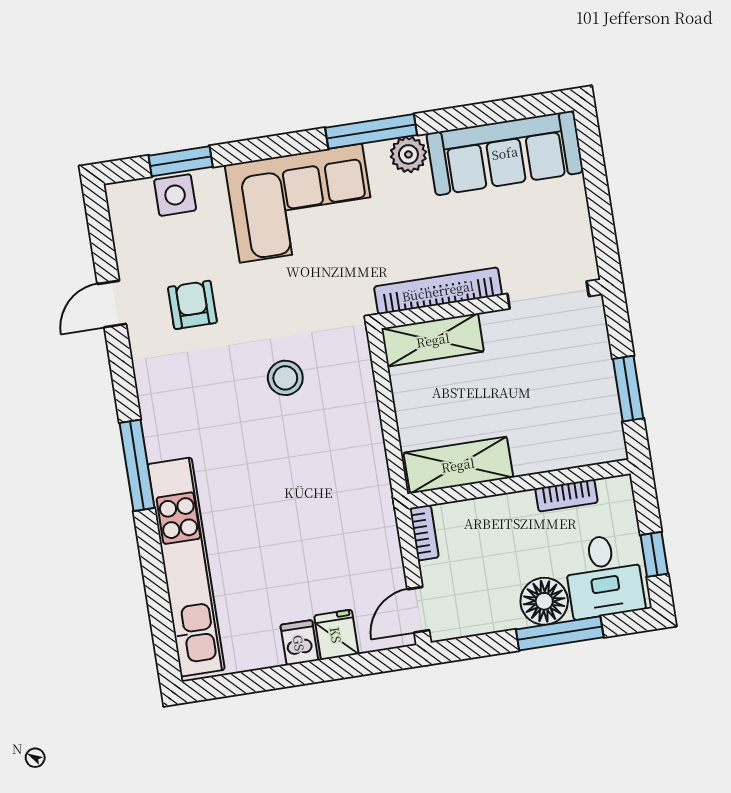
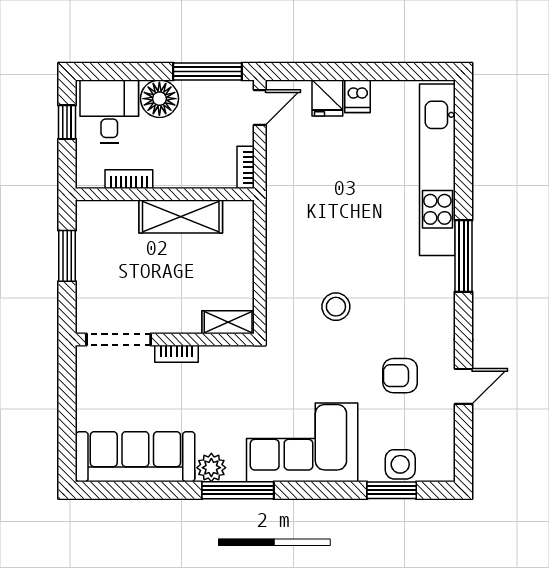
bookcase: (438, 291) -> (177, 354), width x0.43, depth x0.76
armchair: (192, 305) -> (400, 376), turned 90
shelving: (433, 340) -> (228, 322), width x0.67, depth x0.75
shelving: (458, 465) -> (181, 217), moved
window: (560, 633) -> (207, 71), moved

